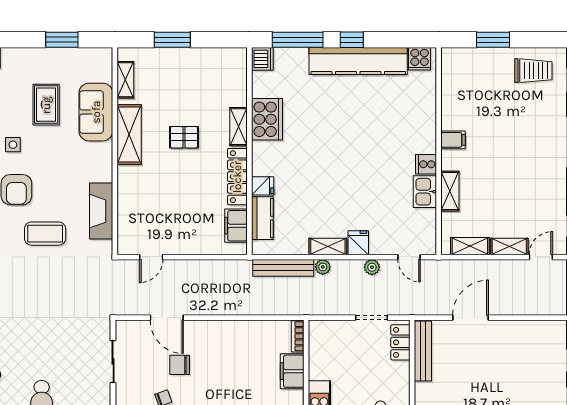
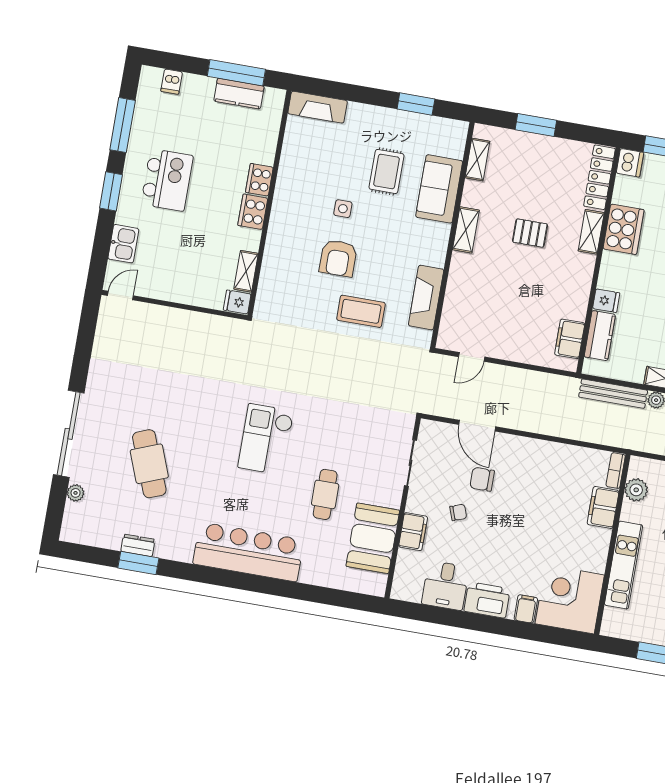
shelving: (129, 135) -> (466, 230), width x0.67, depth x0.75
locker: (237, 177) -> (599, 177), moved
plant: (319, 350) -> (636, 490), added

